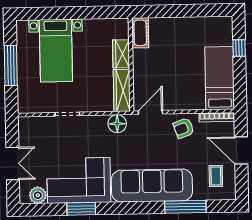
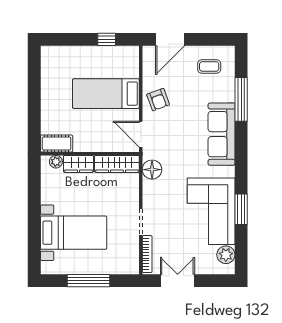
plant: (123, 33) -> (56, 162), added
window: (239, 48) -> (107, 39), moved
bed: (220, 78) -> (106, 94), moved
bookcase: (217, 117) -> (147, 254), moved
door: (241, 150) -> (170, 39), moved
double door: (13, 163) -> (178, 281), moved
sofa: (152, 185) -> (222, 134), width x0.74, depth x0.79

